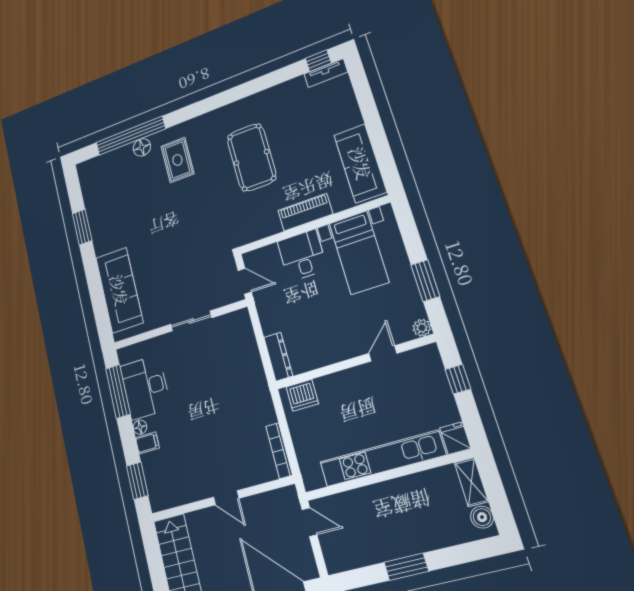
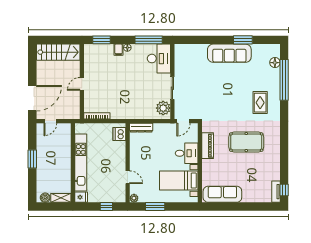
floor lamp: (142, 147) -> (275, 63), moved
rug: (177, 160) -> (260, 103), turned 90
piano: (305, 212) -> (208, 146), moved
sofa: (119, 290) -> (229, 53), moved
plant: (231, 326) -> (163, 108), added
desk: (145, 387) -> (159, 59), moved, turned 90
door: (309, 522) -> (50, 121), moved

